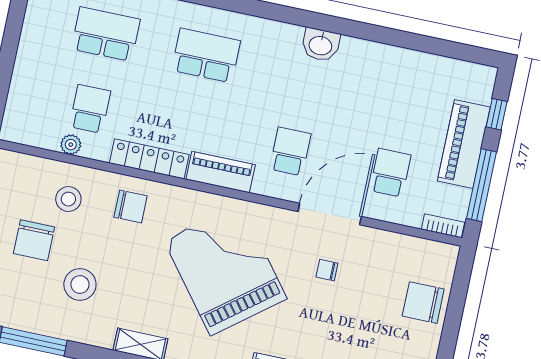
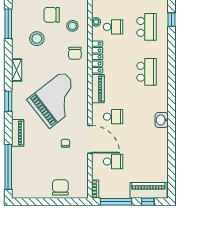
piano: (464, 144) -> (148, 190), moved

